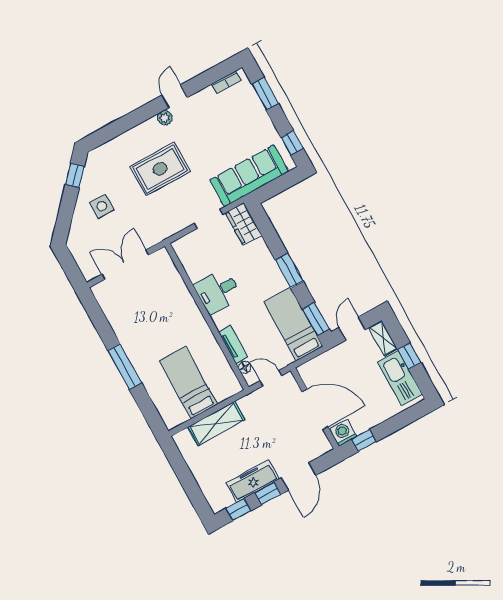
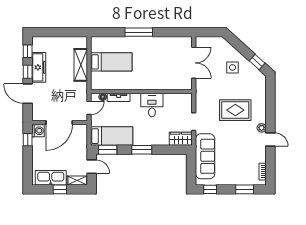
rug: (160, 169) -> (235, 110), turned 90

